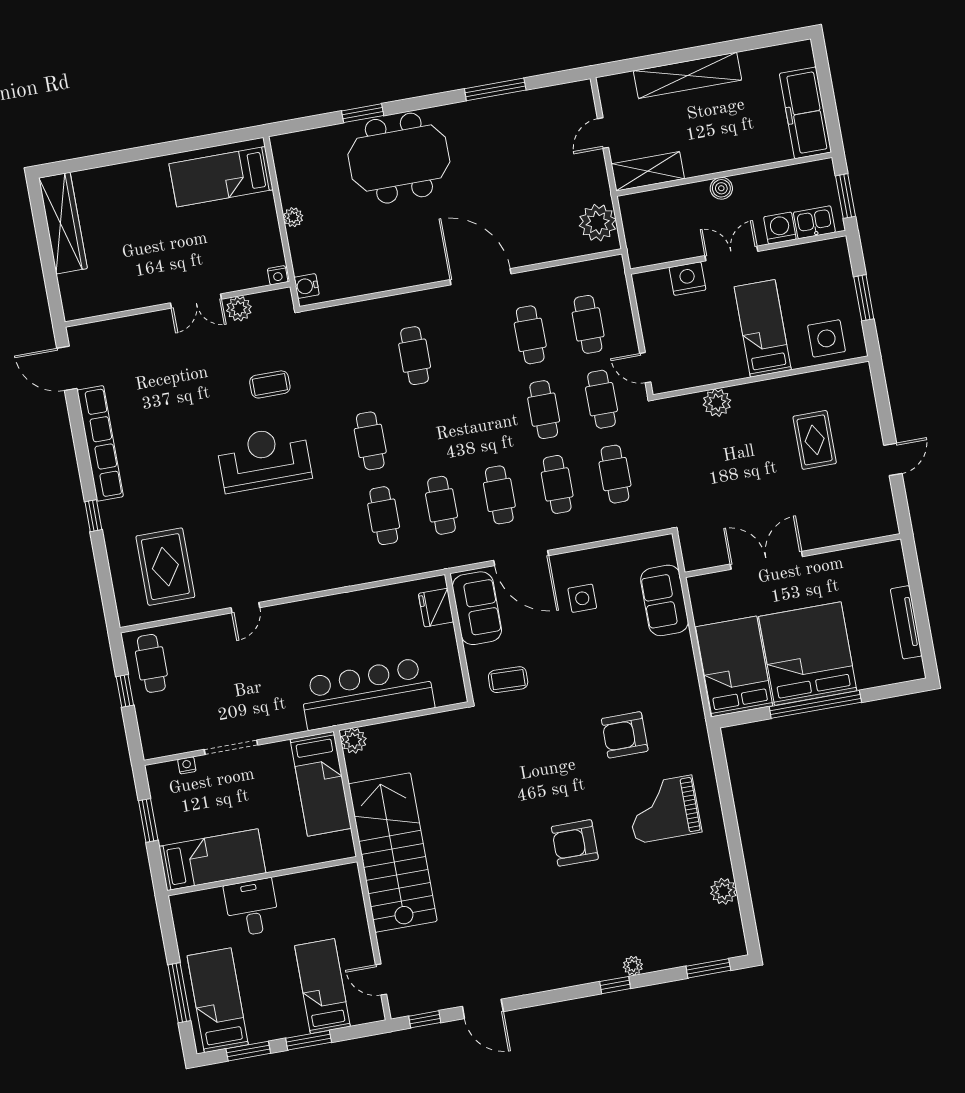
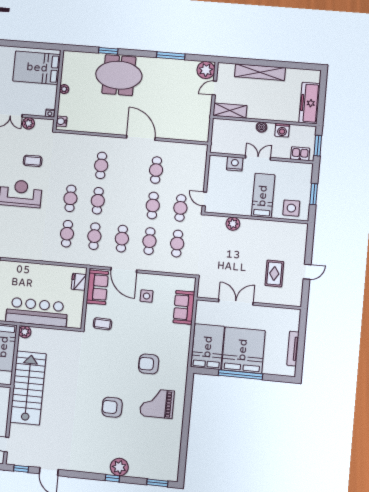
bed: (221, 177) -> (37, 68), width x1.50
plant: (598, 223) -> (206, 70), moved
washing machine: (780, 228) -> (282, 130), moved, turned 180
cafe table: (588, 324) -> (98, 201), moved
rug: (815, 440) -> (274, 273), moved
plant: (723, 891) -> (174, 449), removed
plant: (633, 966) -> (119, 467), width x1.87, depth x1.87

